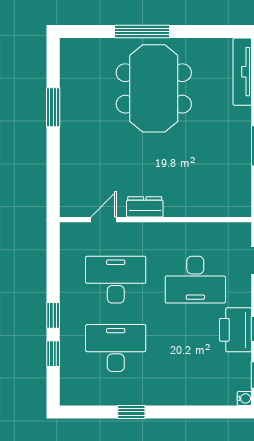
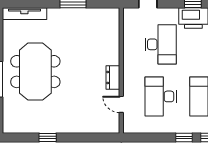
meeting table: (154, 88) -> (35, 72), turned 90
window: (53, 107) -> (48, 137), width x0.67

